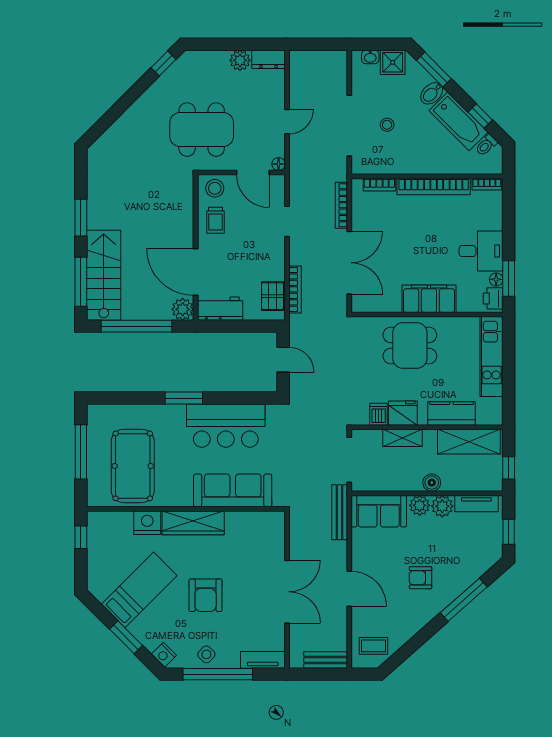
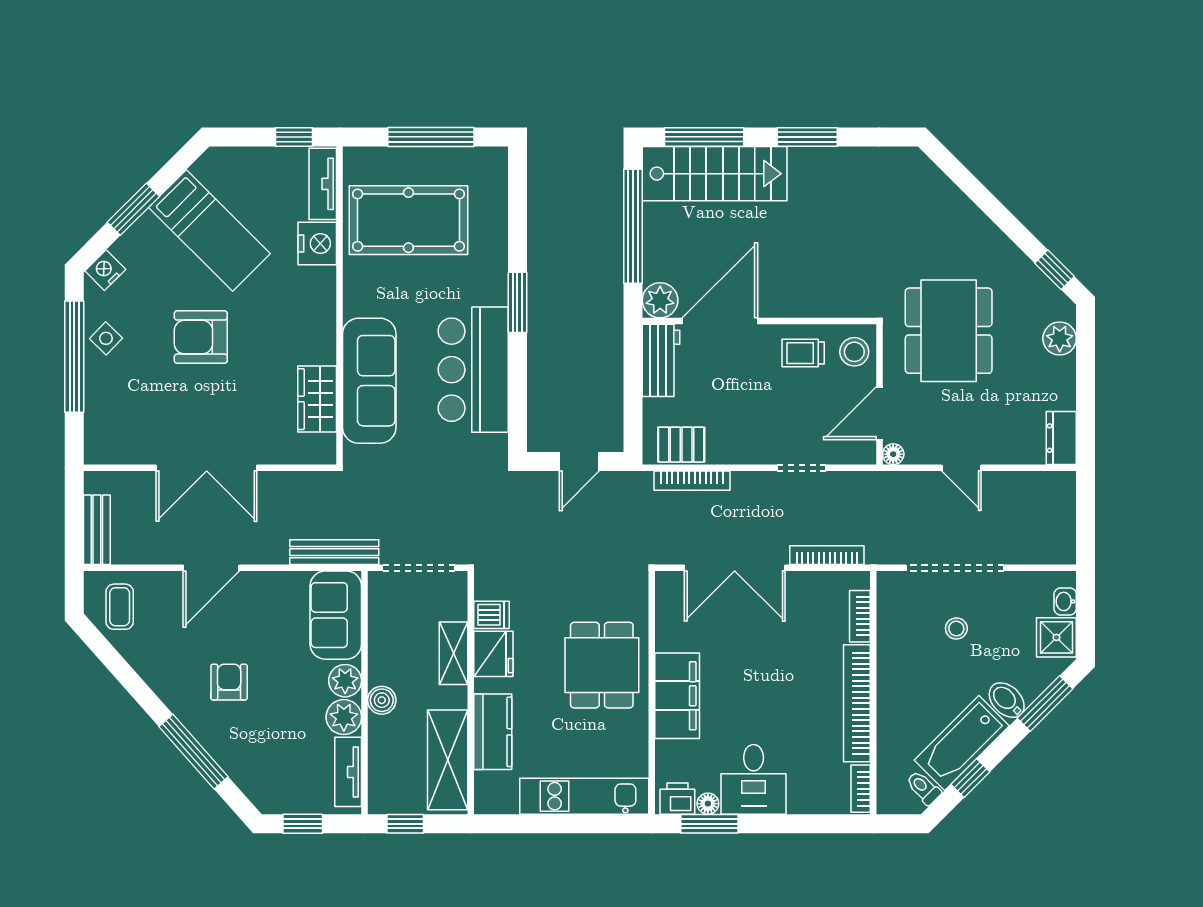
plant: (240, 60) -> (1060, 339), moved
wardrobe: (193, 523) -> (317, 399), moved, width x0.67
tv unit: (263, 660) -> (323, 184), moved, turned 180

